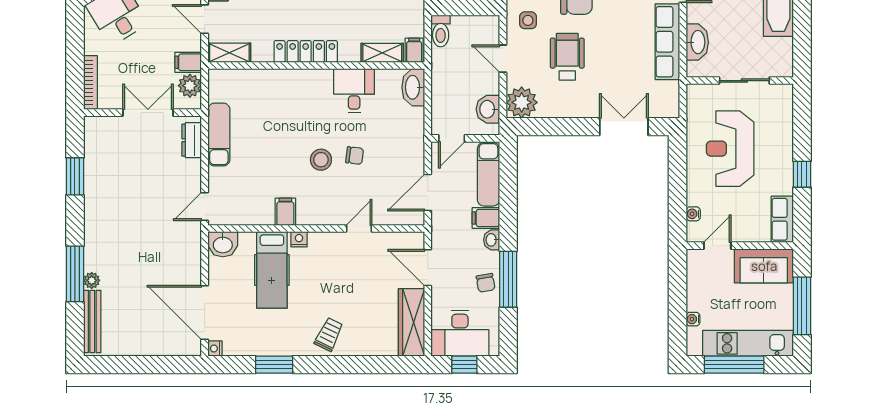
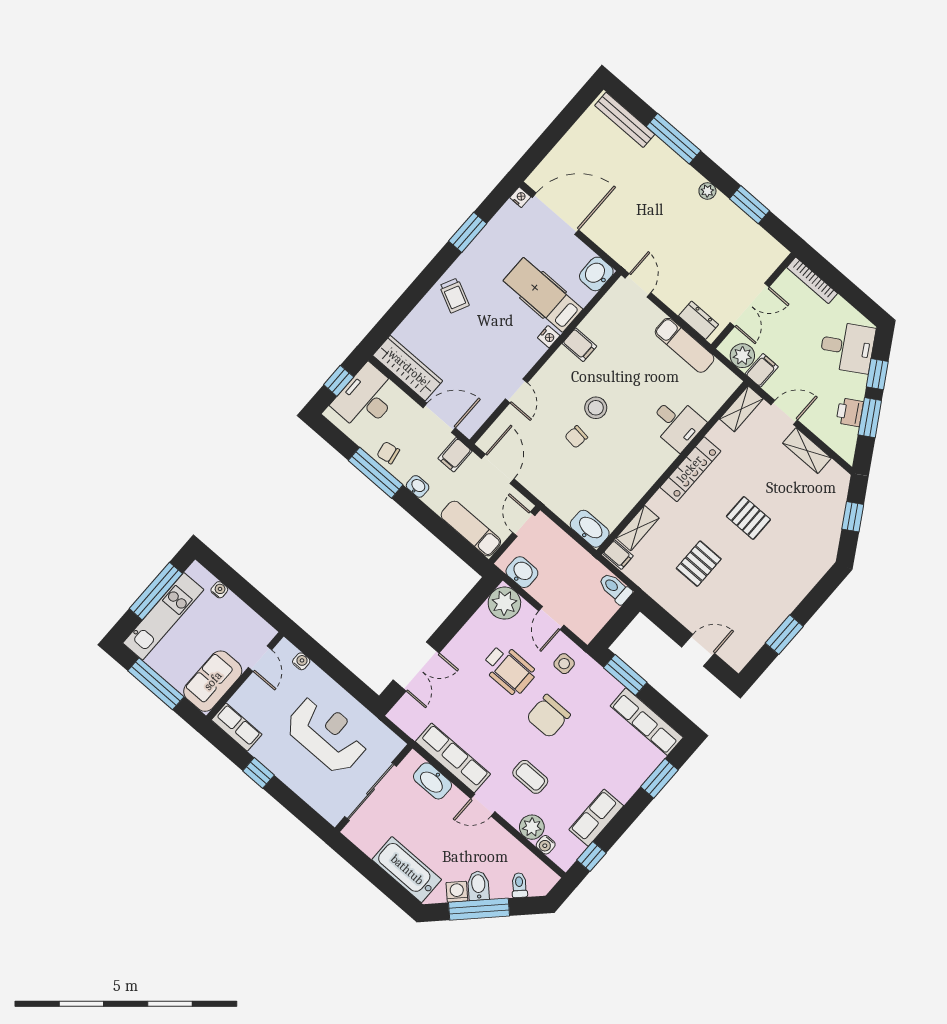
door: (503, 59) -> (551, 618), swing flipped
sliding door: (744, 81) -> (371, 792), width x1.37
desk: (354, 91) -> (677, 423), moved
filing cabinet: (486, 218) -> (455, 455), moved, turned 180
plant: (92, 280) -> (707, 191), moved

